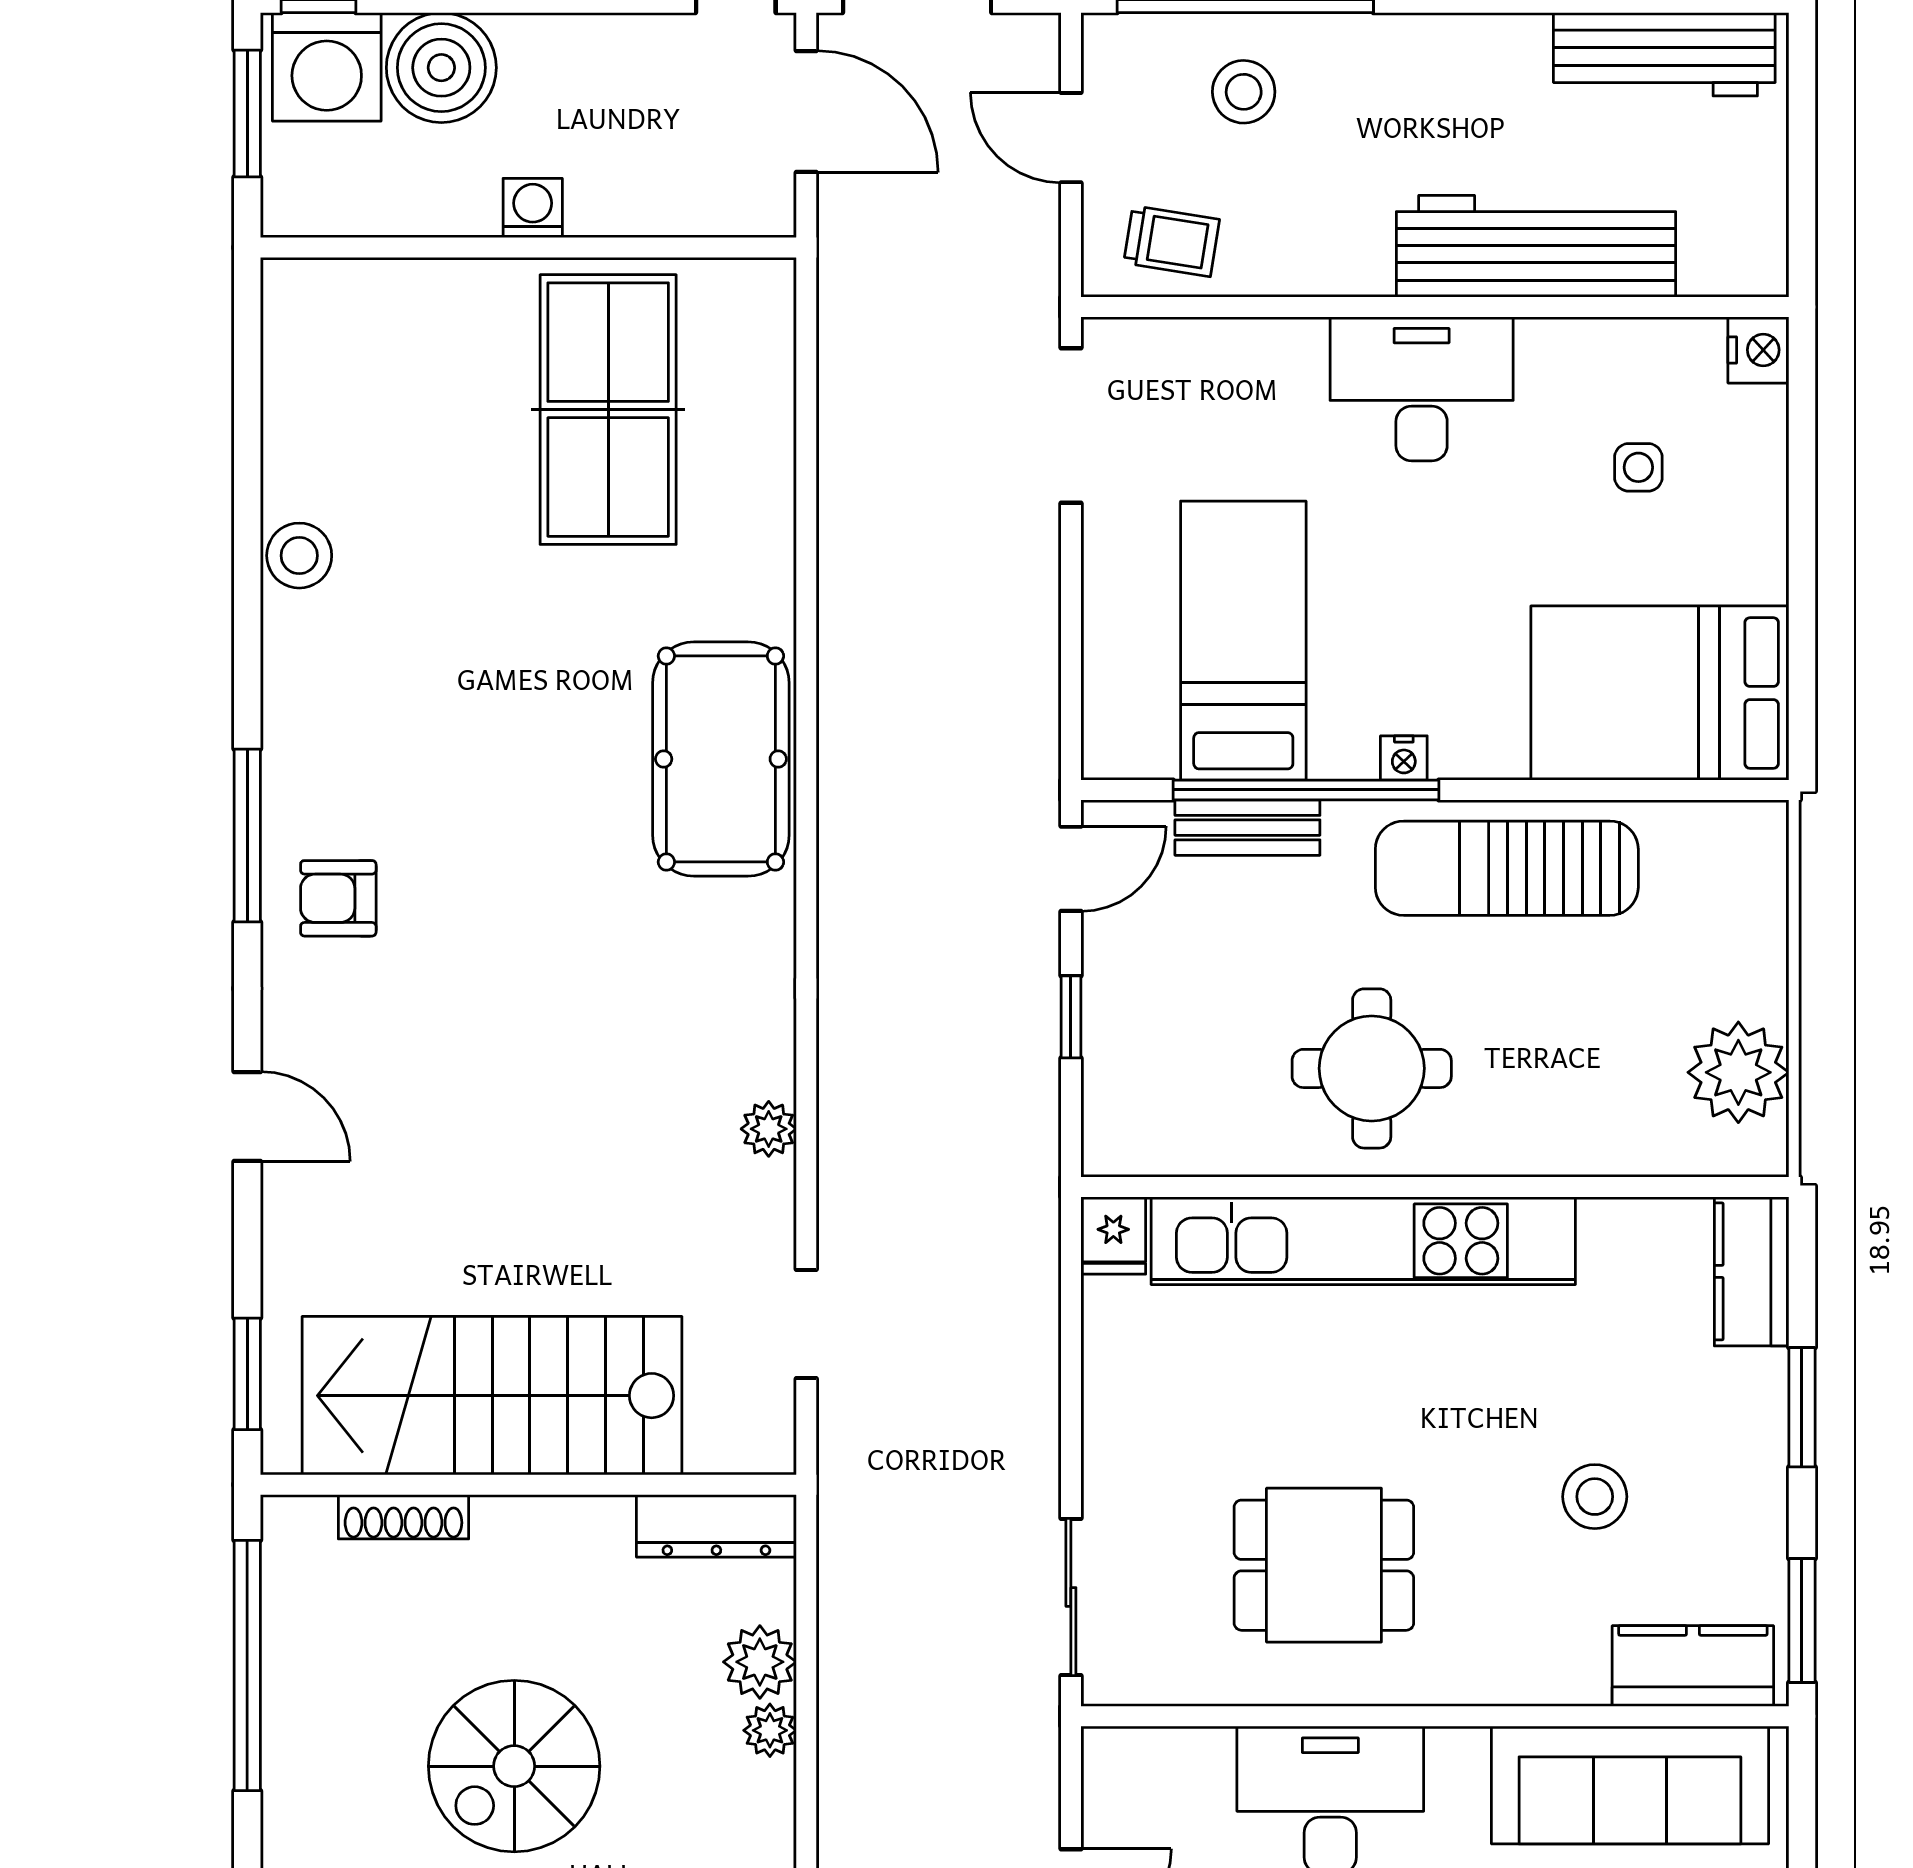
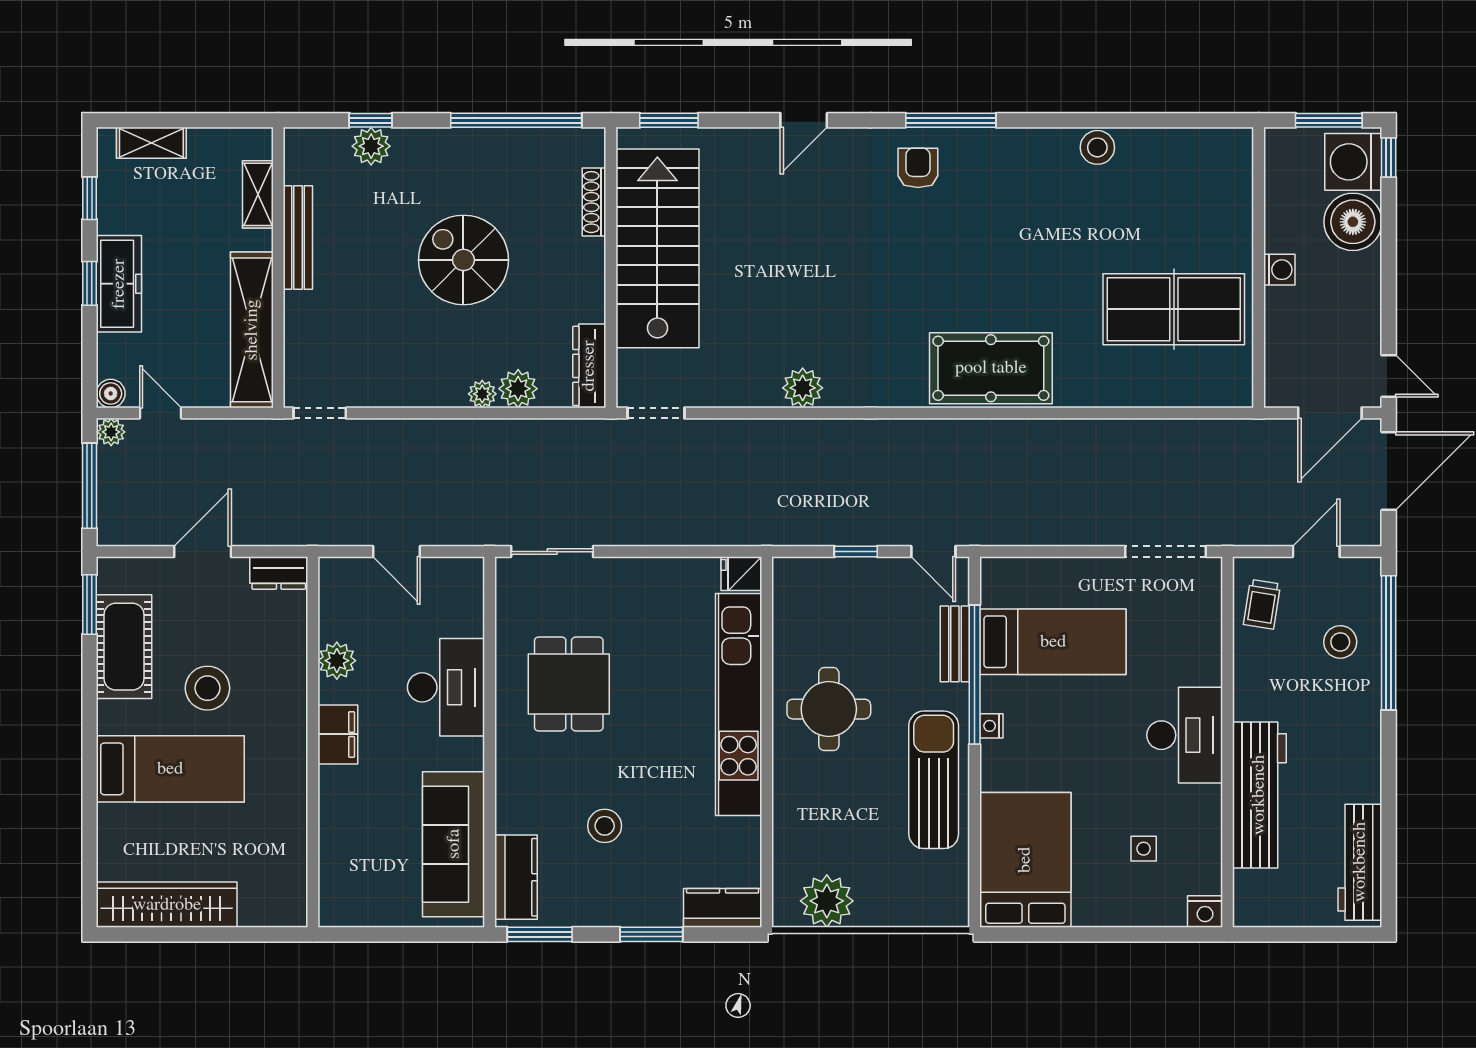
plant: (769, 1129) -> (803, 388), width x1.38, depth x1.38
doorway: (806, 1324) -> (656, 413), moved

